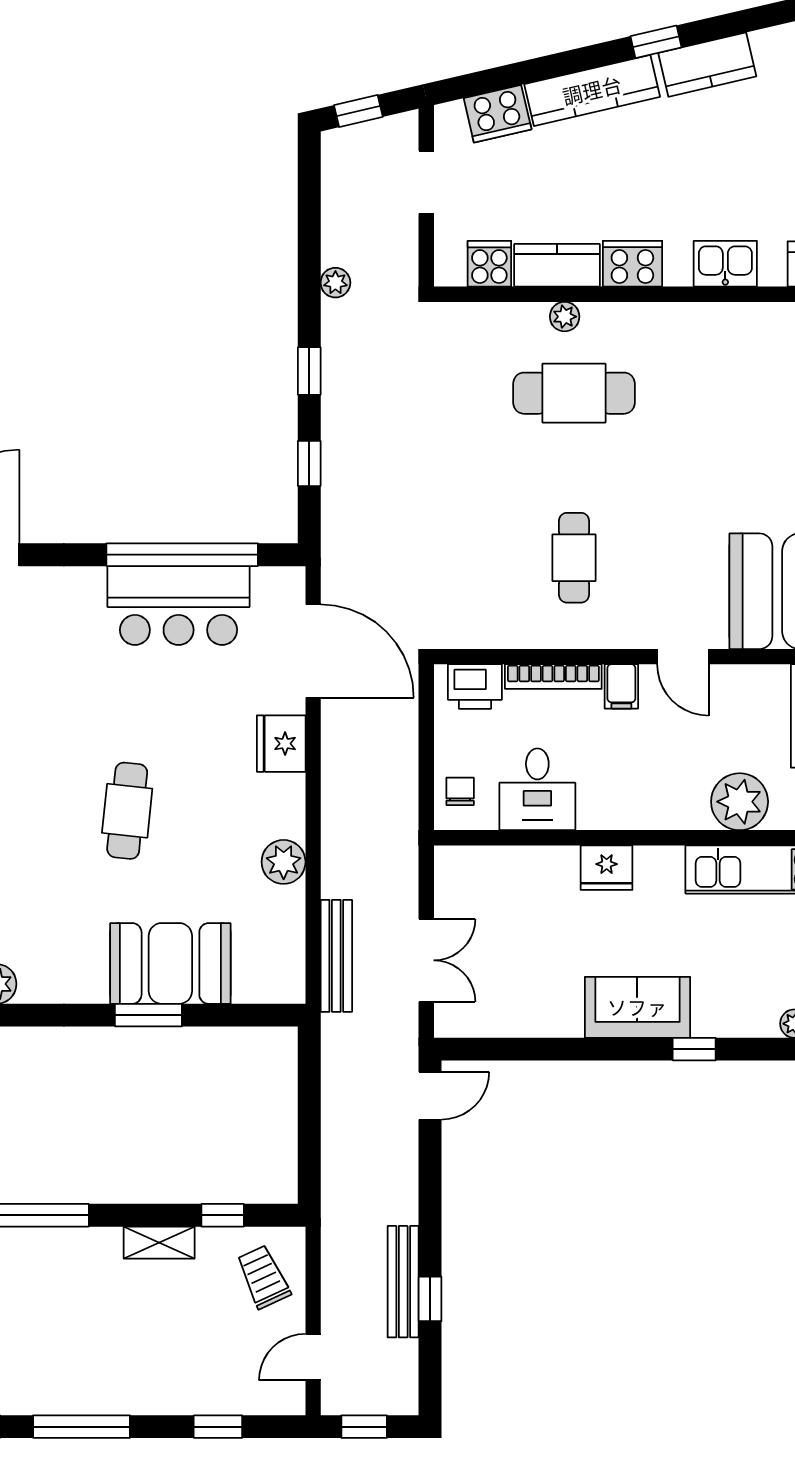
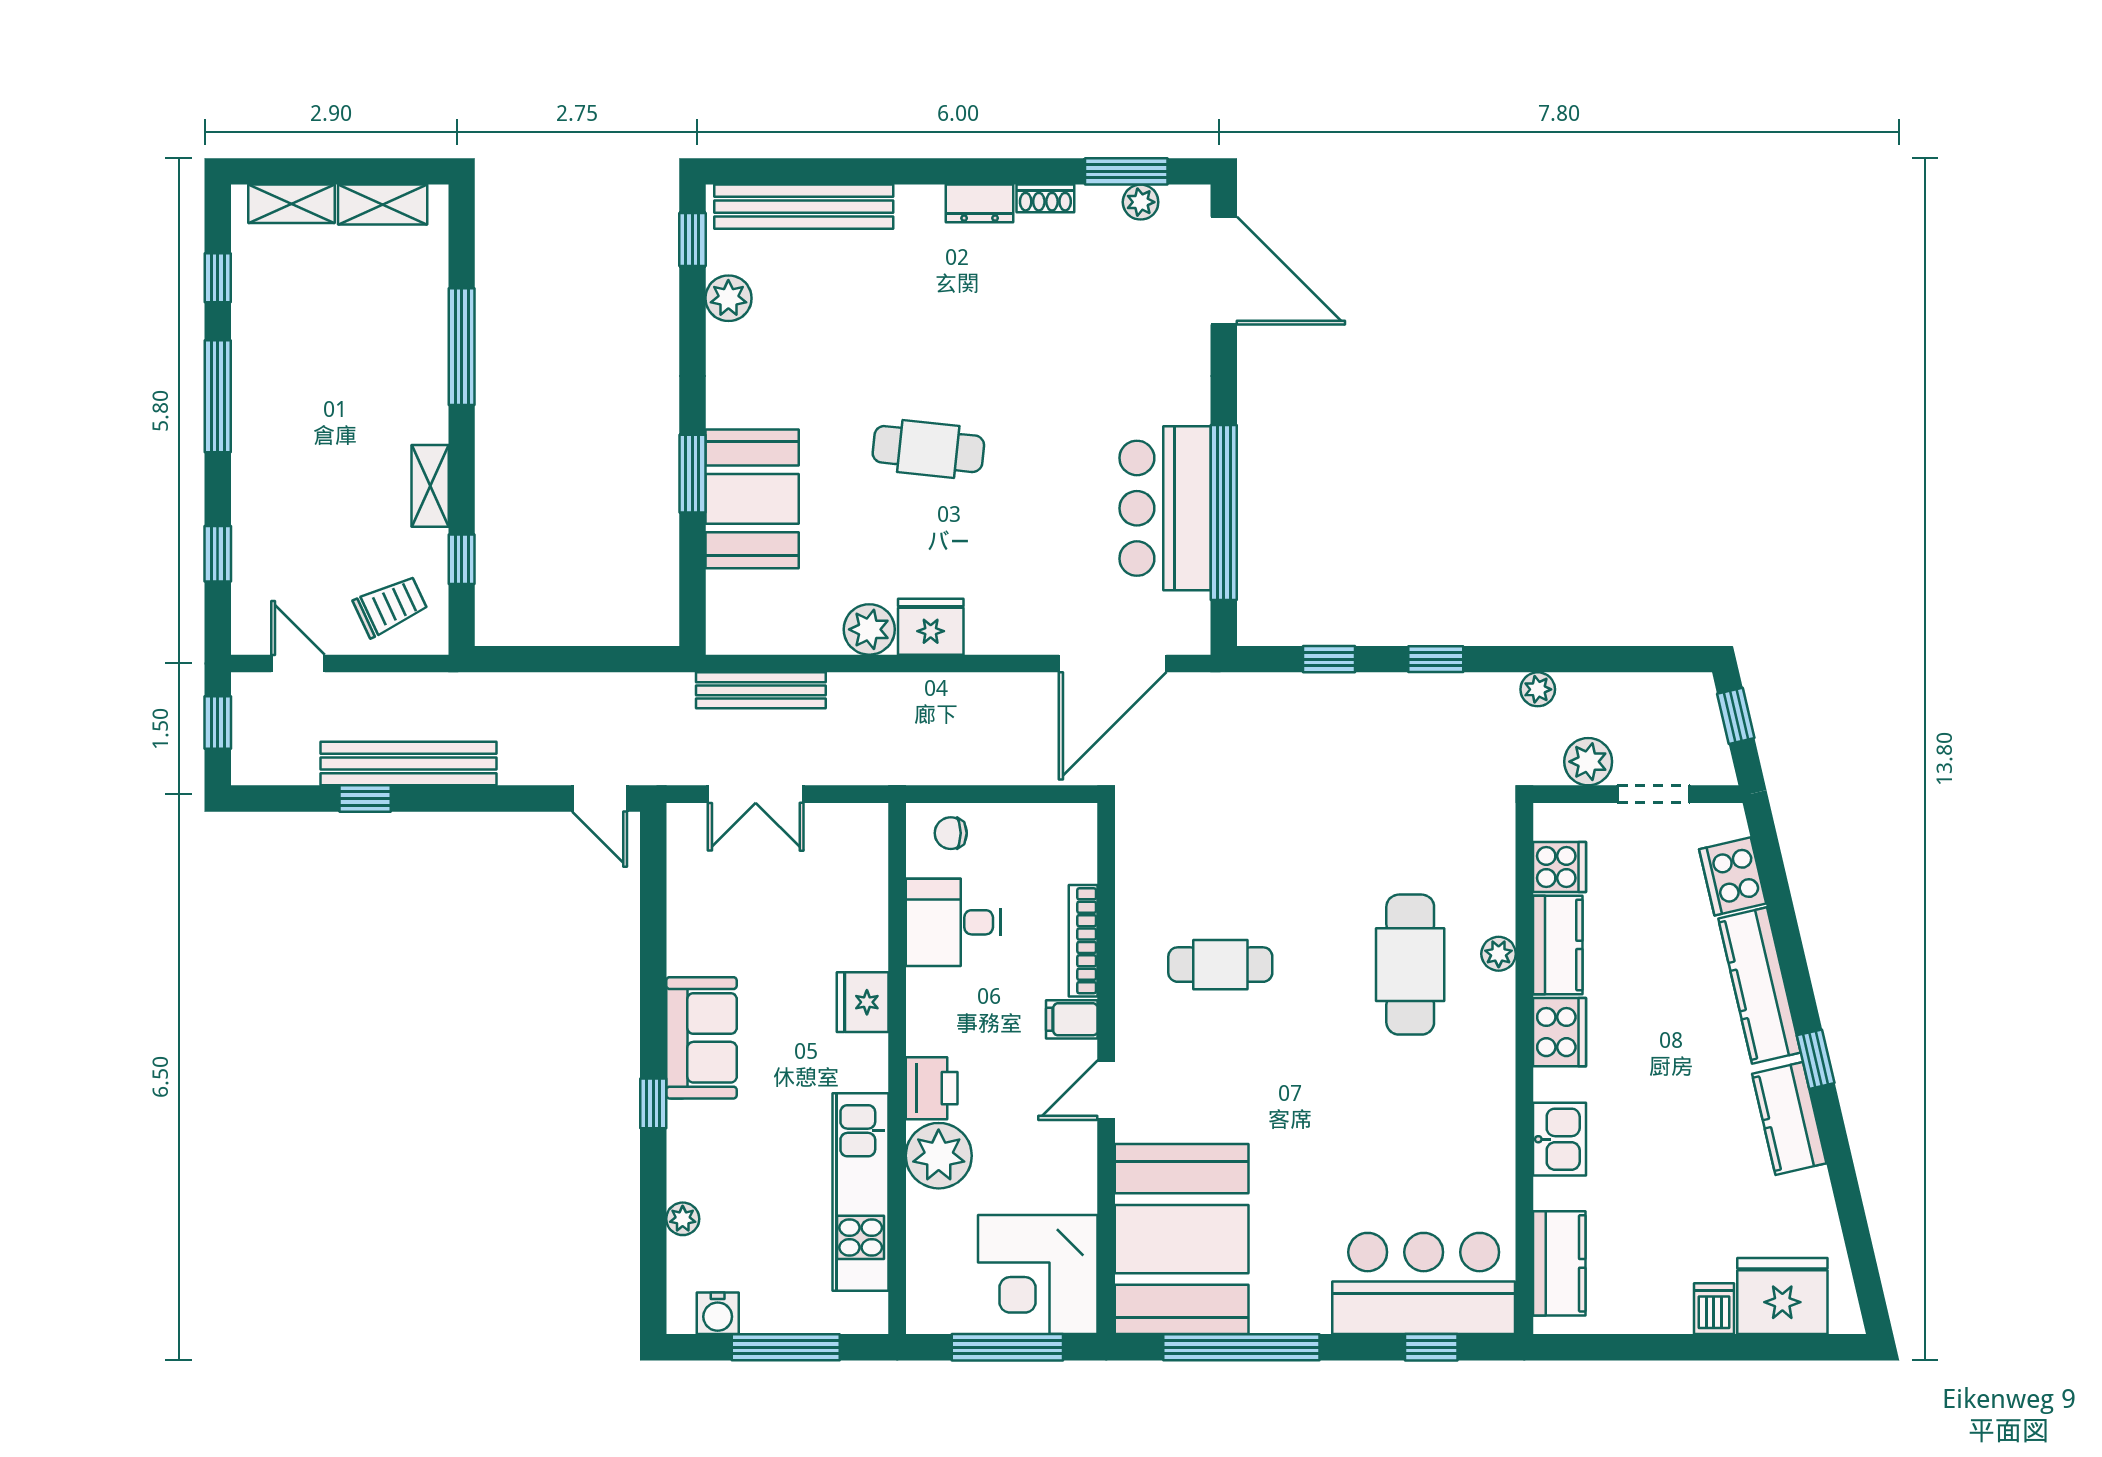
plant: (398, 239) -> (1588, 762), added
printer: (475, 686) -> (932, 1088), moved, turned 180
fridge: (281, 744) -> (931, 627), moved
chair: (460, 791) -> (951, 833), turned 180
bench: (403, 1282) -> (409, 764), width x1.37, depth x1.21

